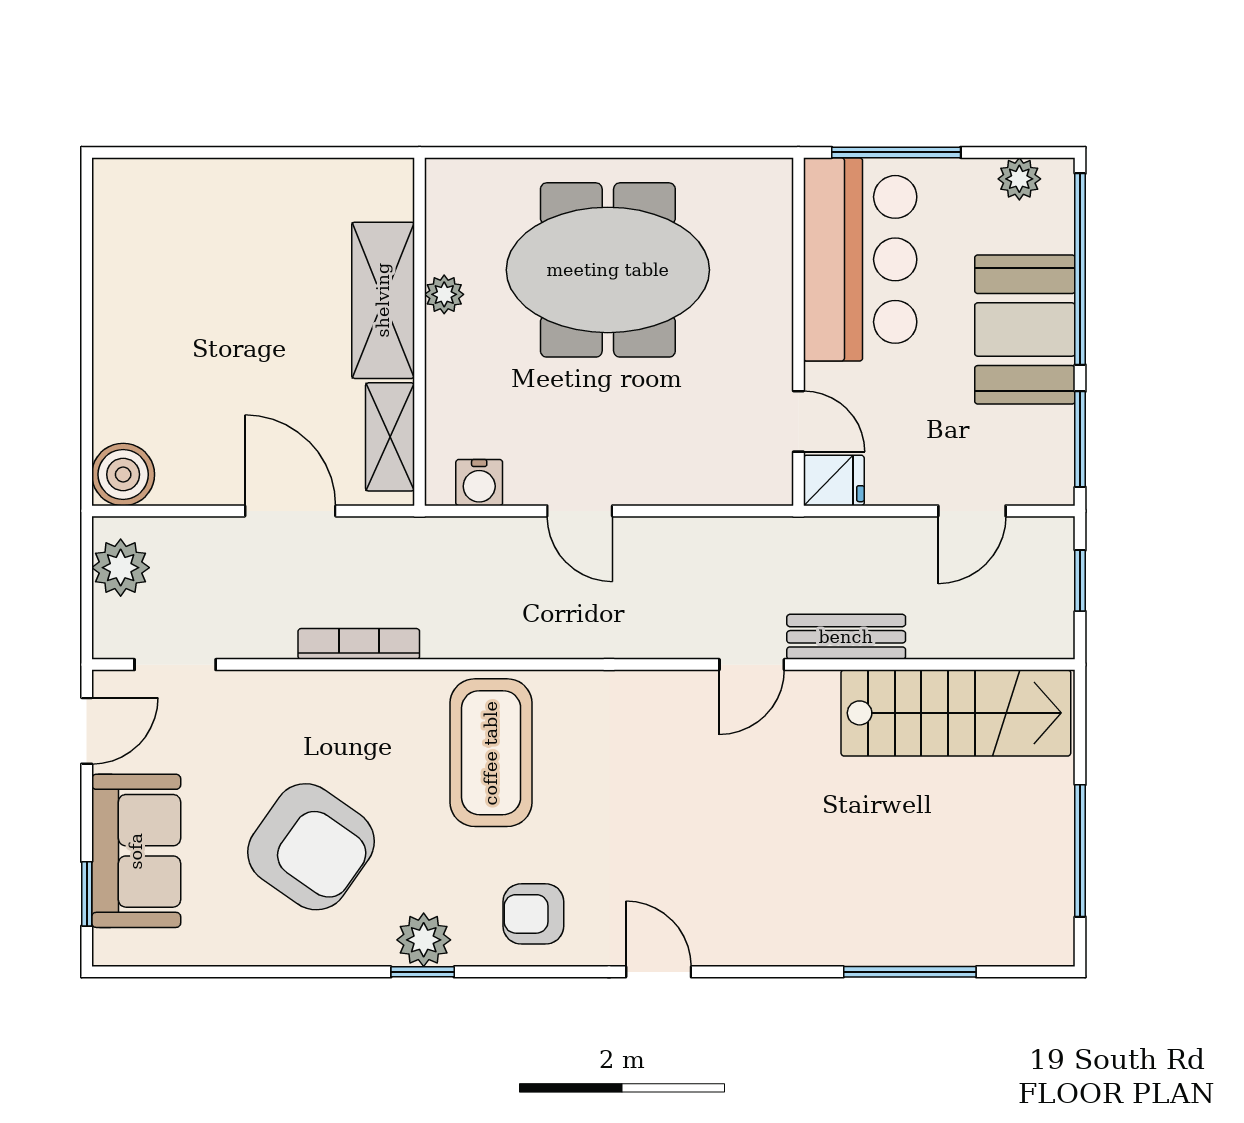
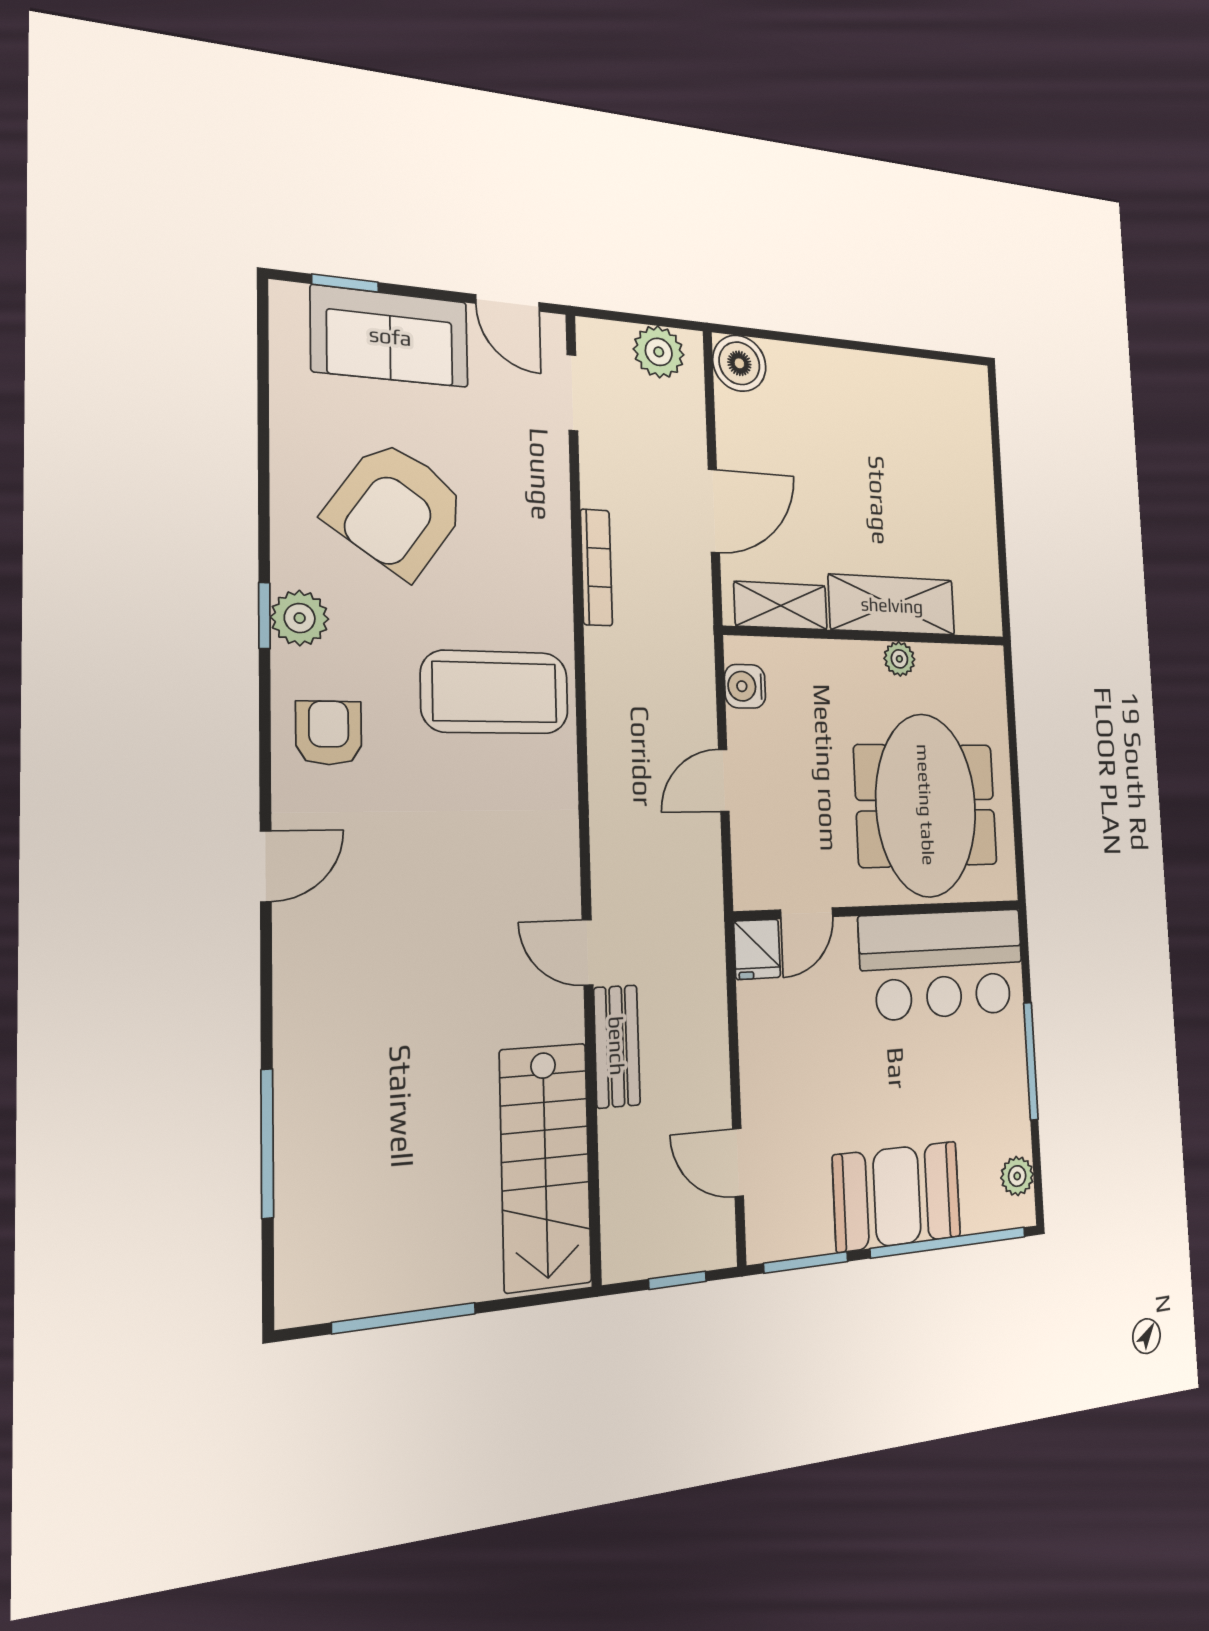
bar counter: (860, 259) -> (943, 964), moved
wall: (798, 332) -> (882, 910), moved
door: (798, 421) -> (807, 913), moved
fridge: (834, 480) -> (757, 949), moved

